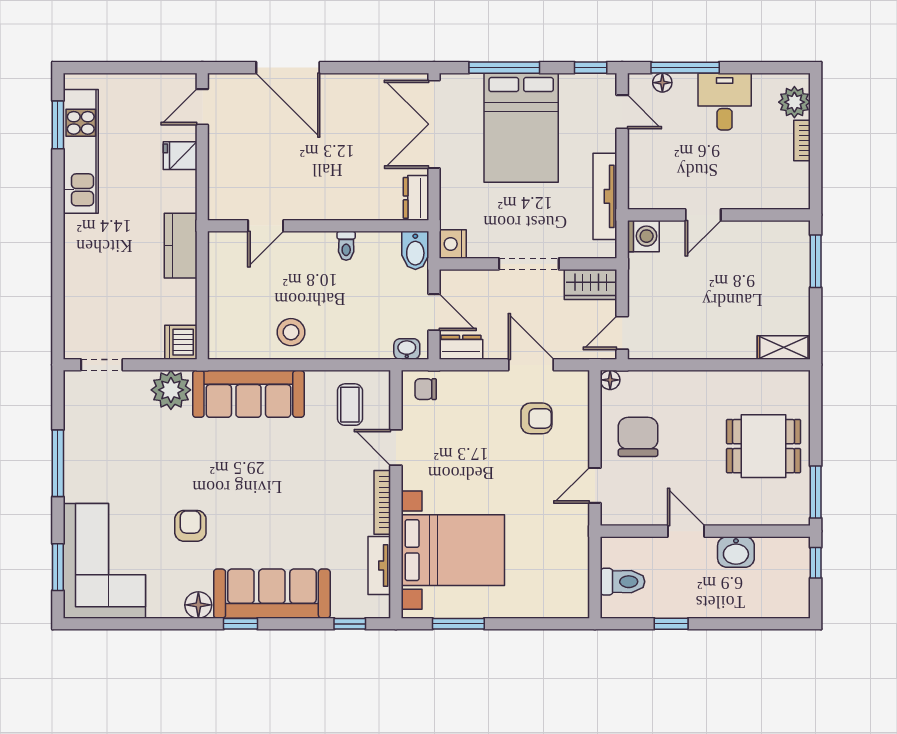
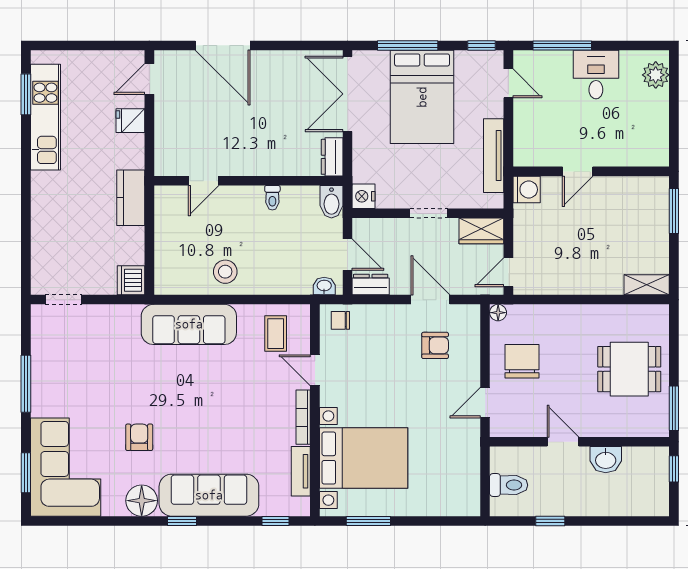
floor lamp: (662, 83) -> (543, 58), removed
bookcase: (802, 141) -> (662, 108), removed
doorway: (529, 264) -> (429, 213), width x0.73
plant: (171, 390) -> (123, 321), removed
floor lamp: (198, 605) -> (142, 501), width x1.38, depth x1.38

